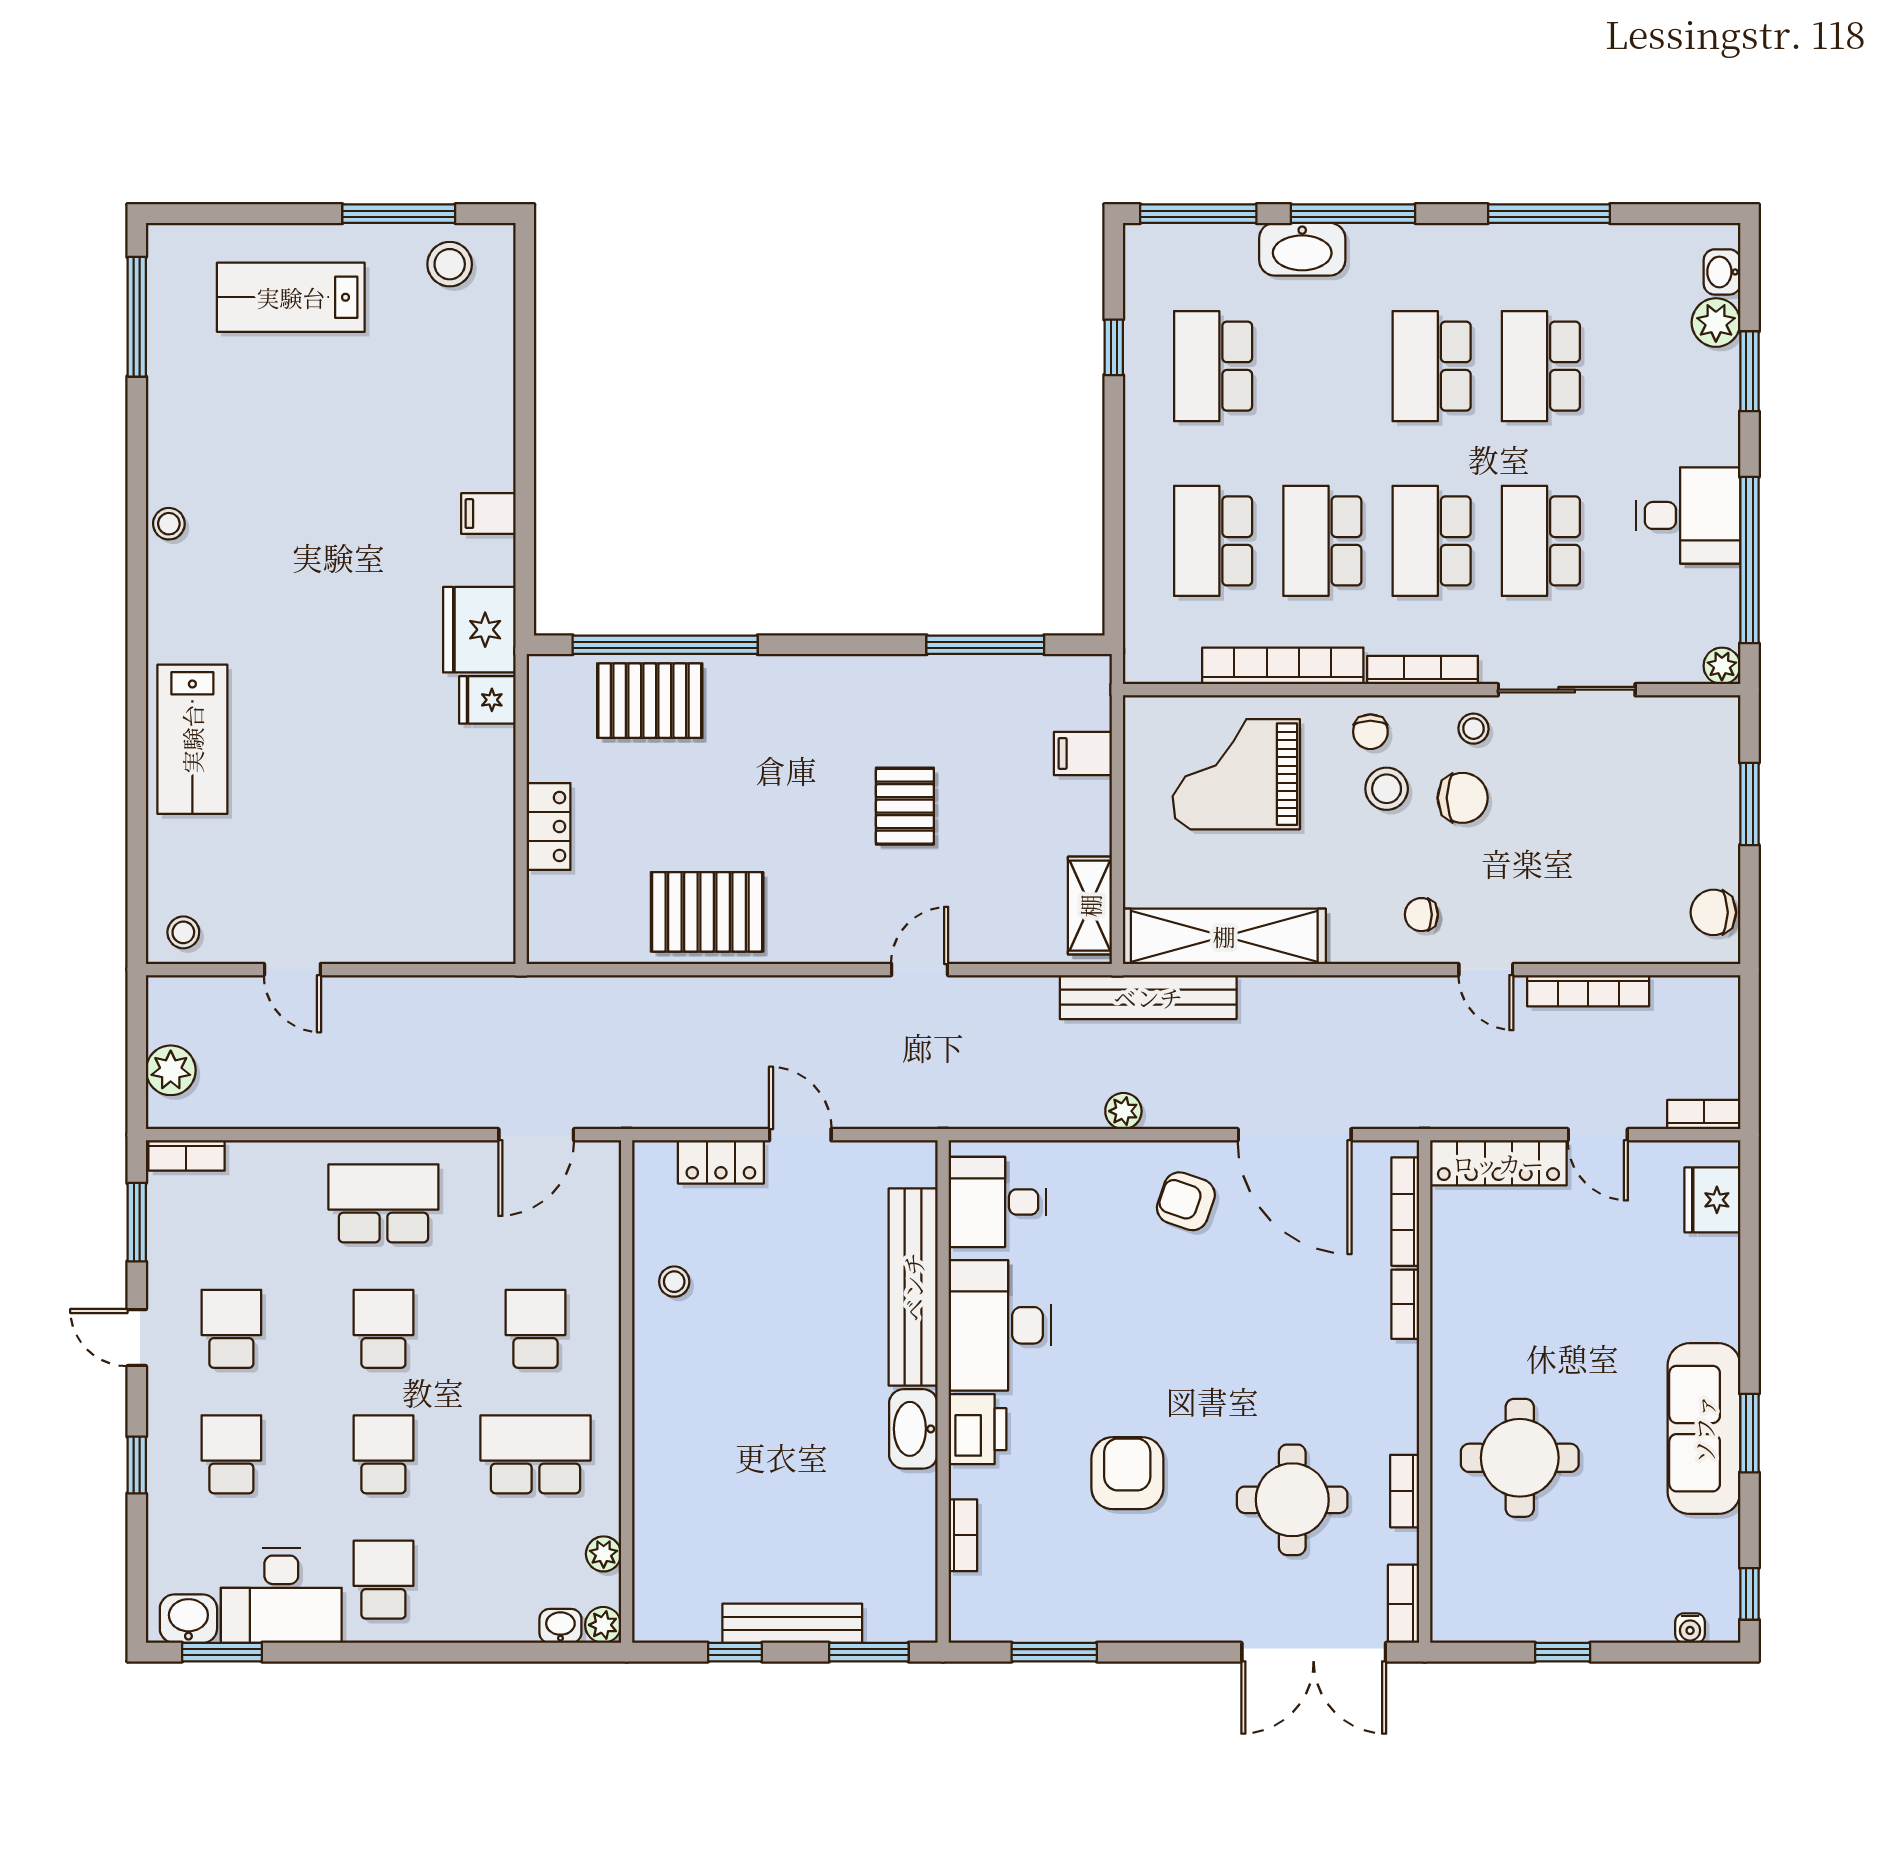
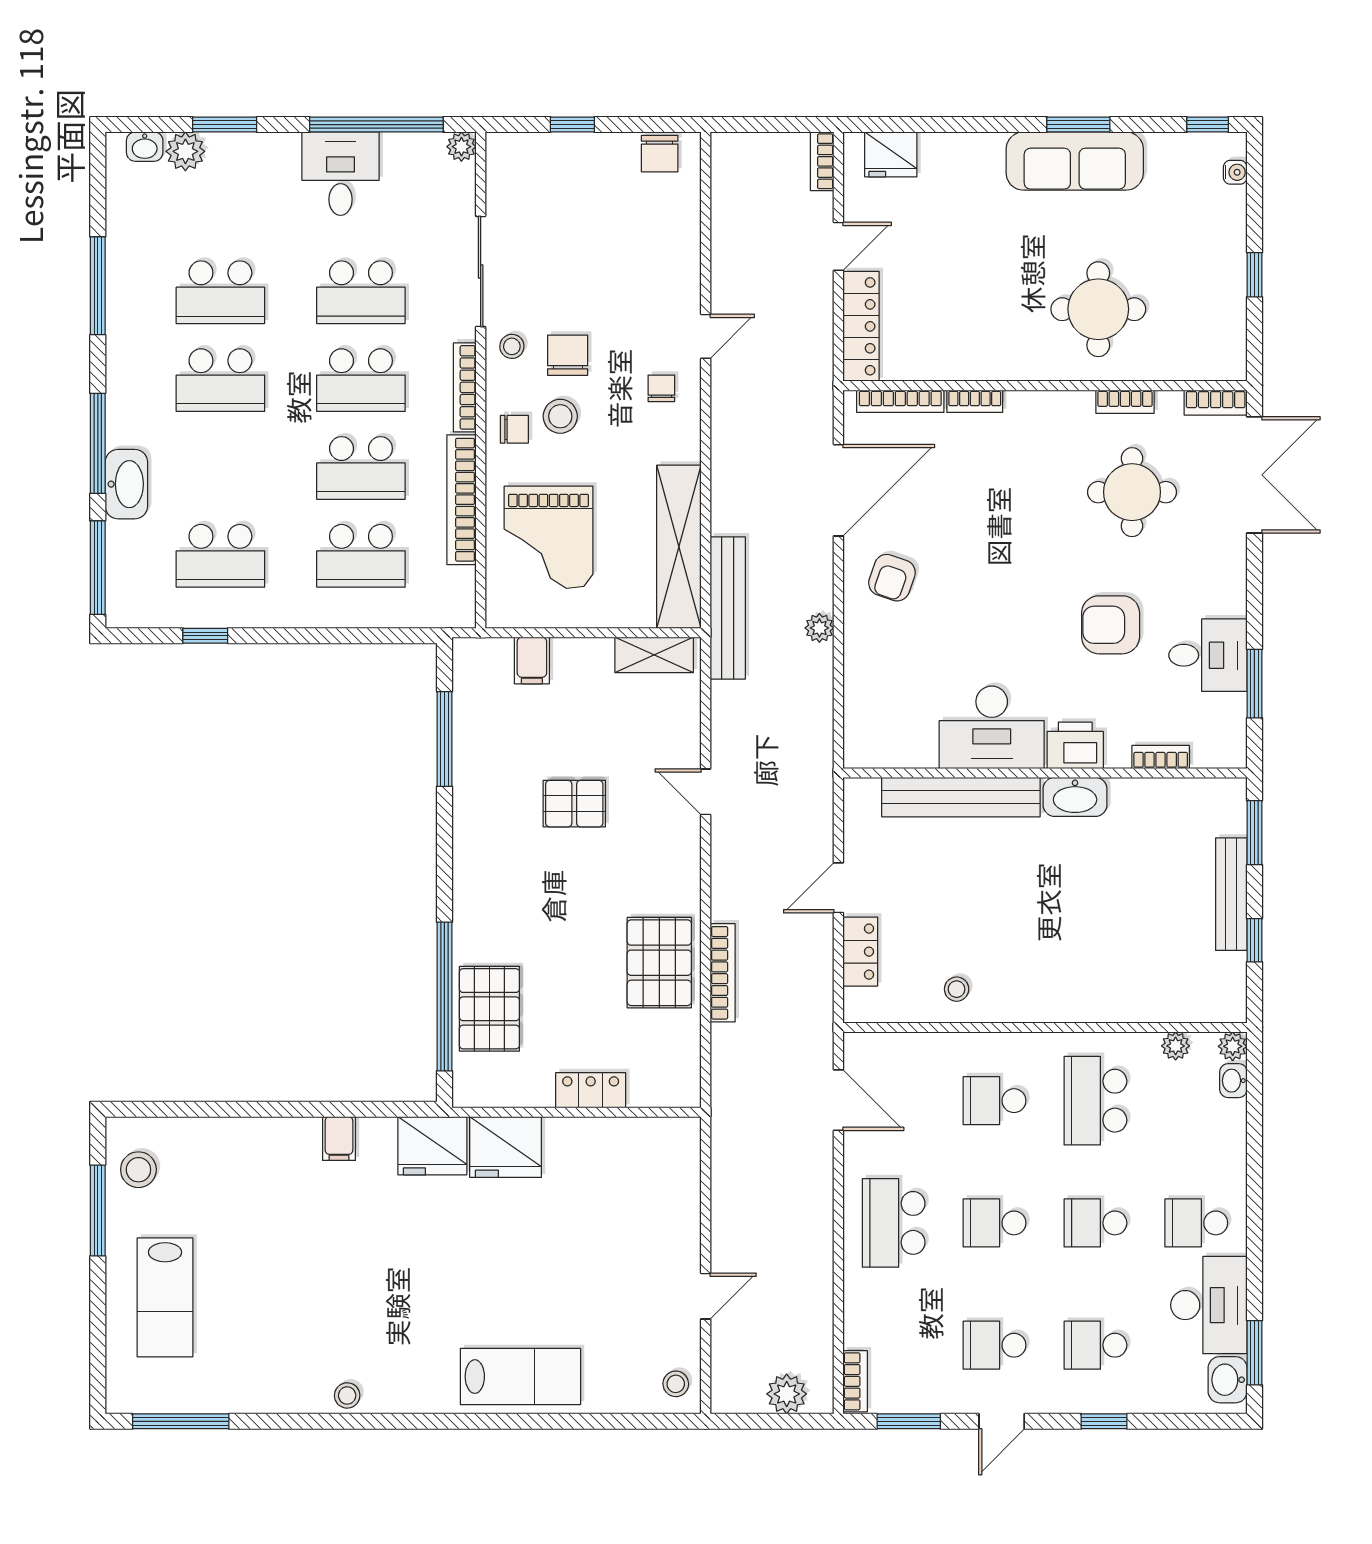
fridge: (487, 700) -> (506, 1147), width x1.88, depth x1.34
window: (1749, 804) -> (572, 125), width x0.67
chair: (1421, 915) -> (661, 388), turned 180
bookcase: (1588, 991) -> (723, 973), moved
desk: (997, 1202) -> (1208, 655), moved, turned -90

